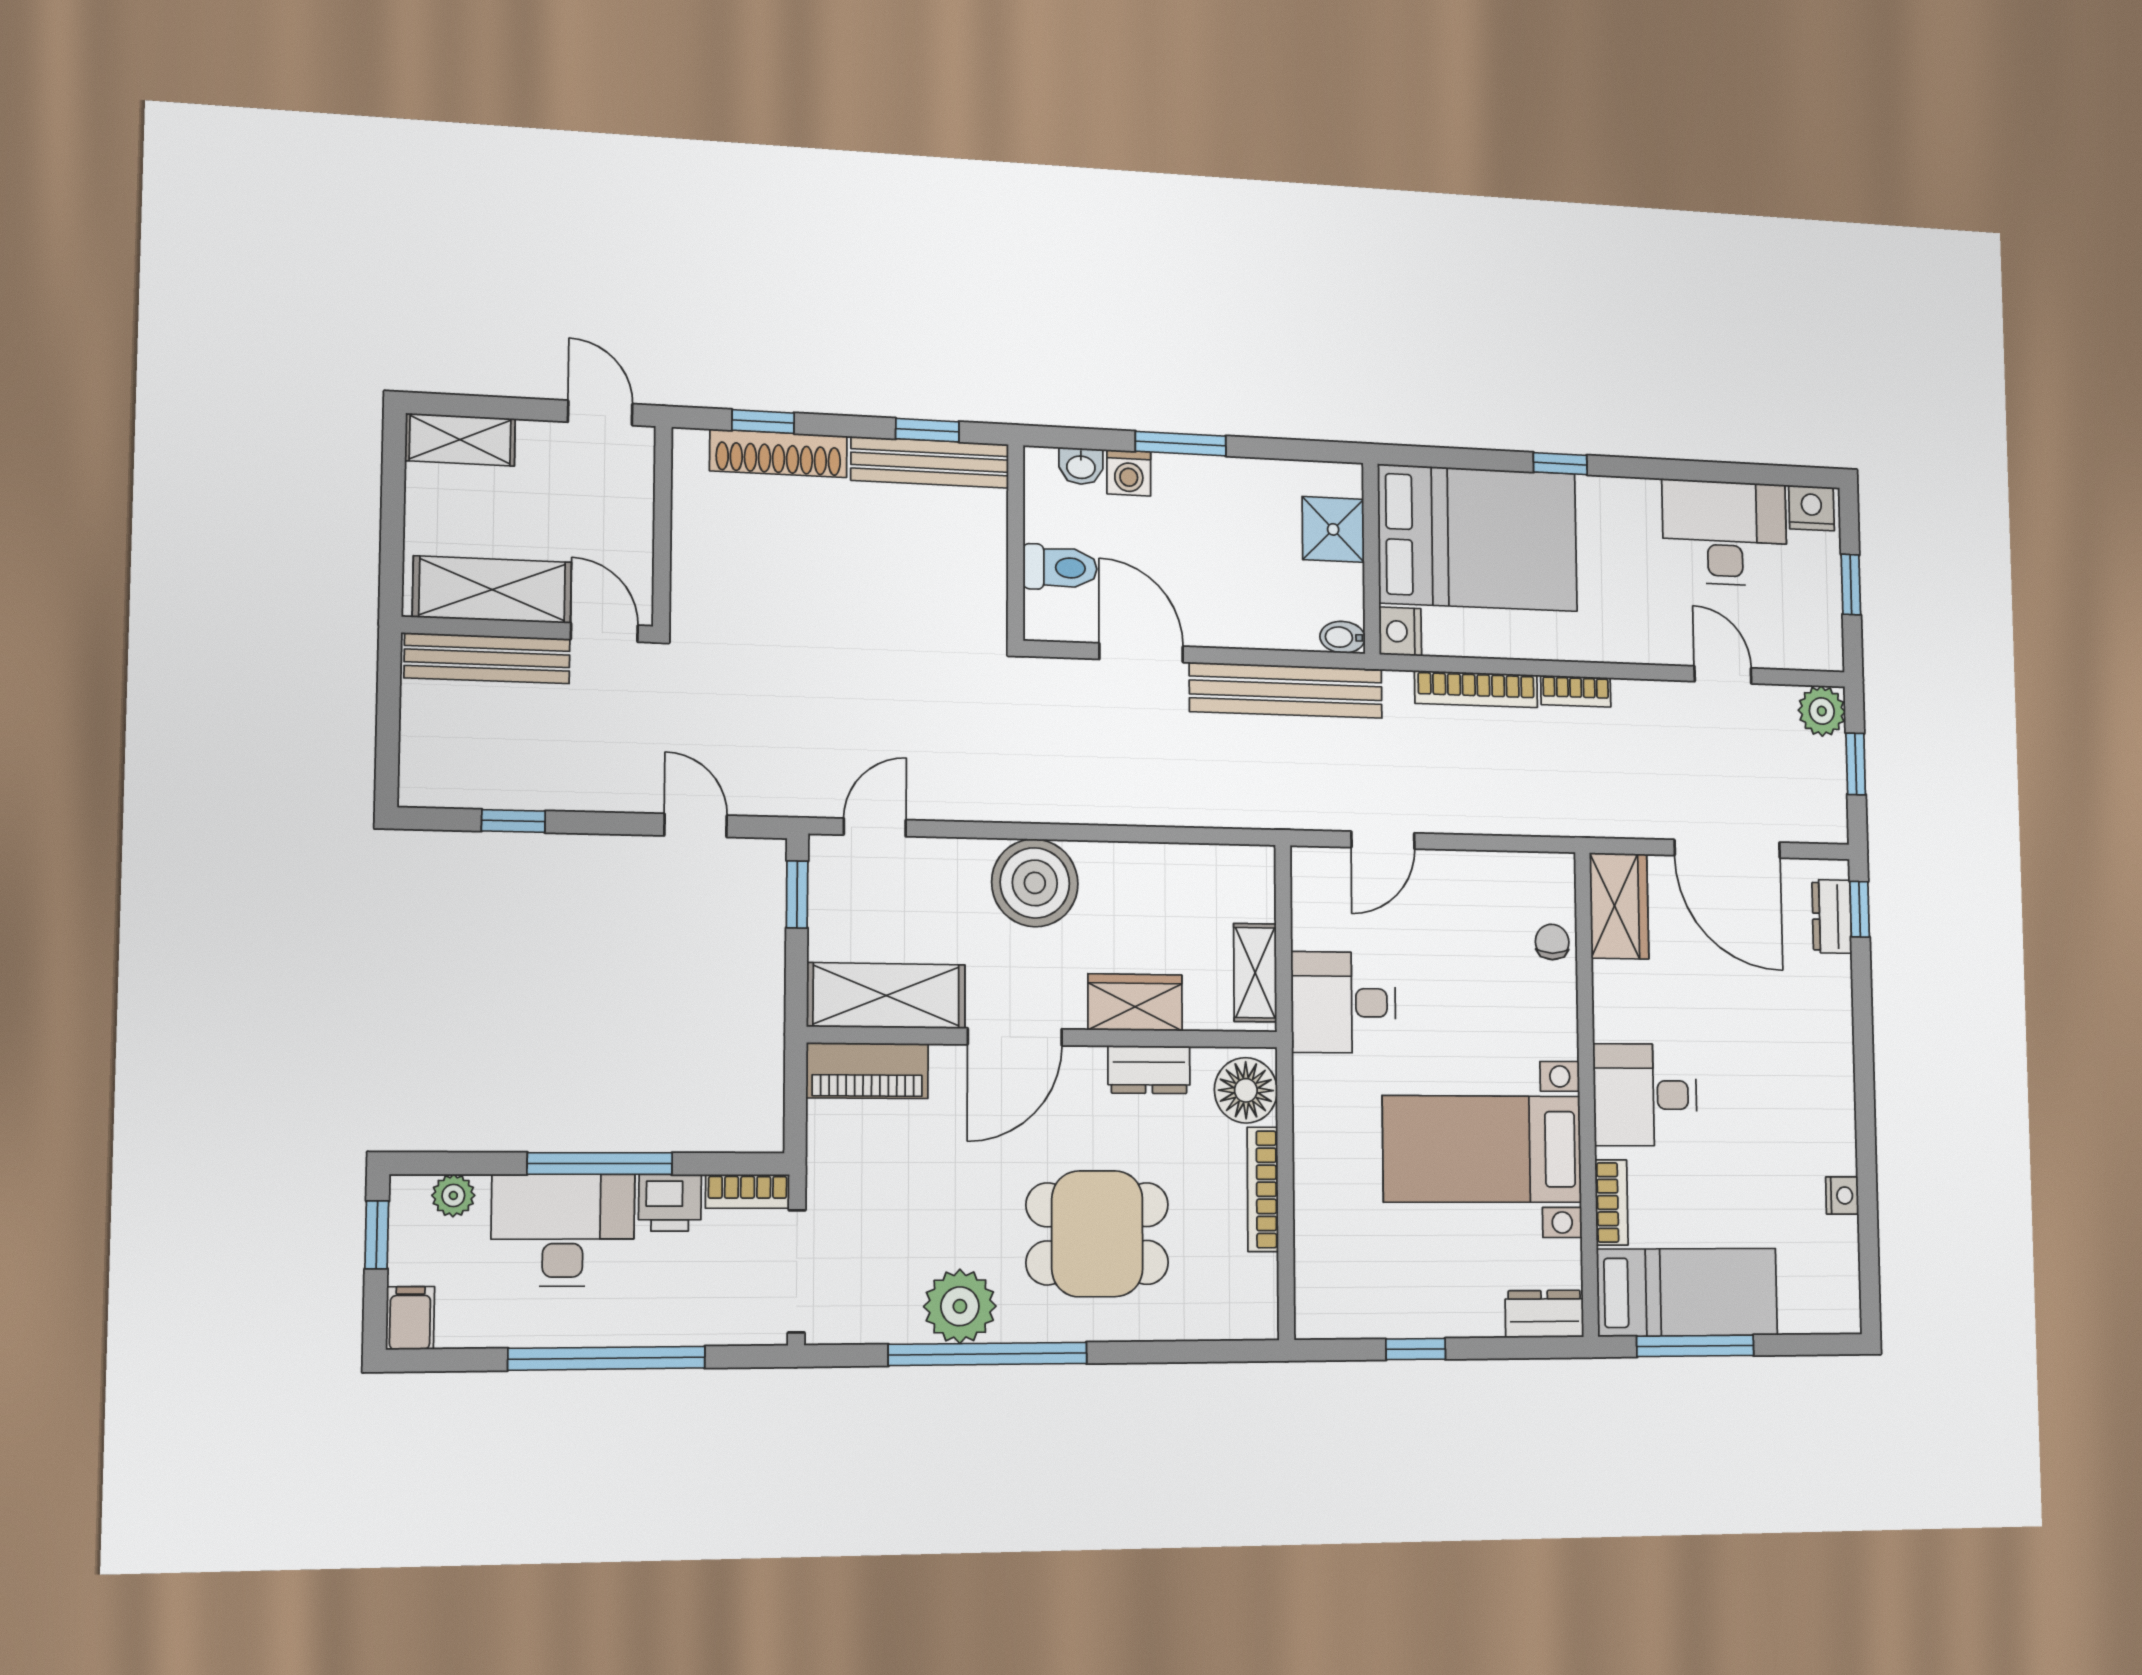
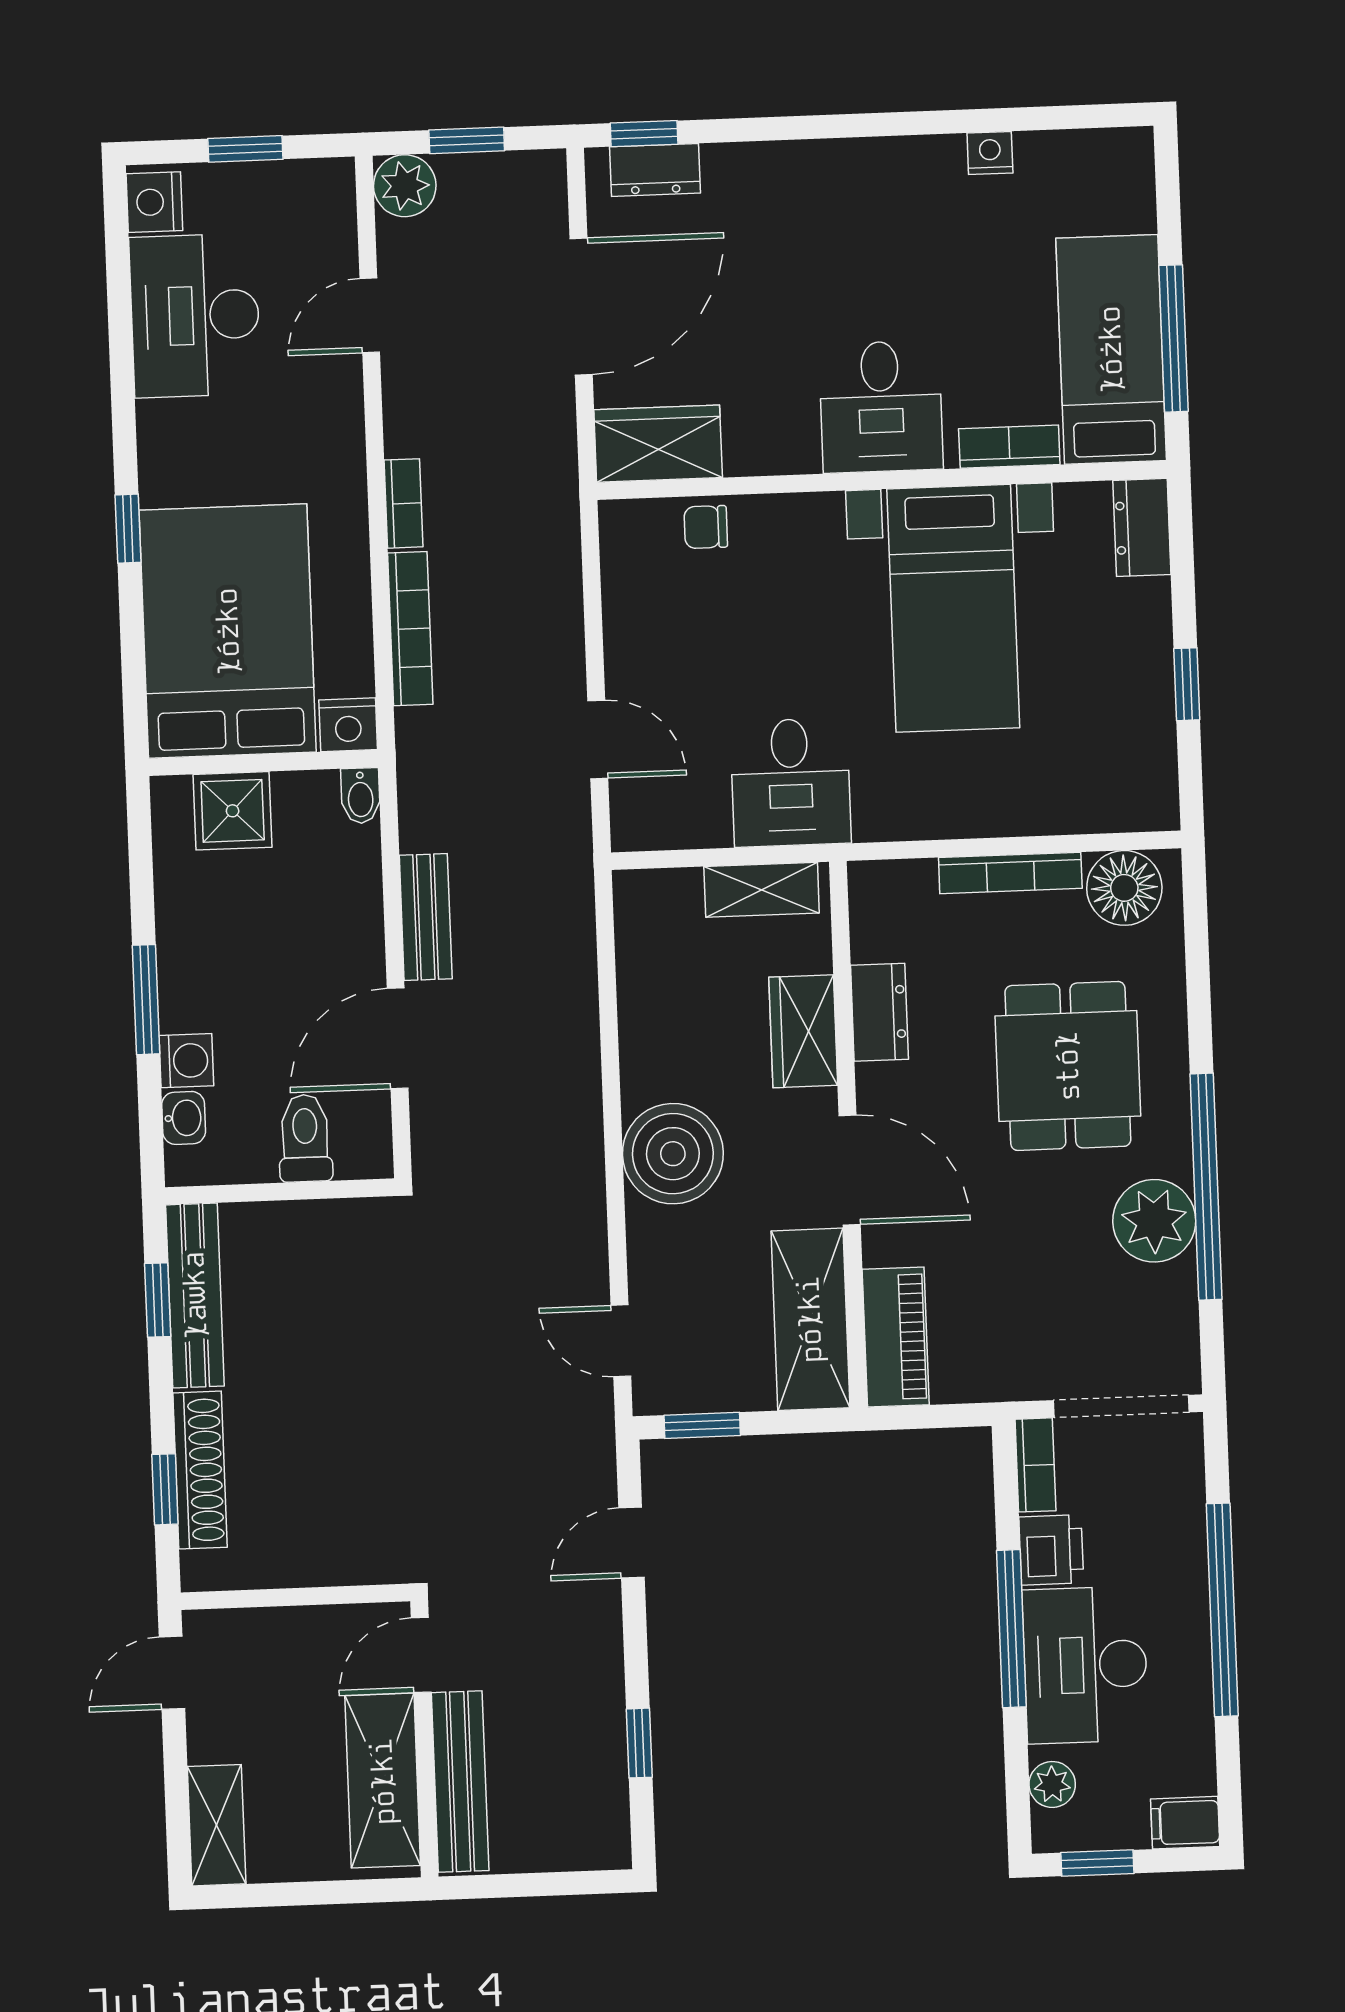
bench: (1286, 690) -> (426, 917), width x0.54, depth x0.82
floor lamp: (1246, 1090) -> (1124, 888), moved

